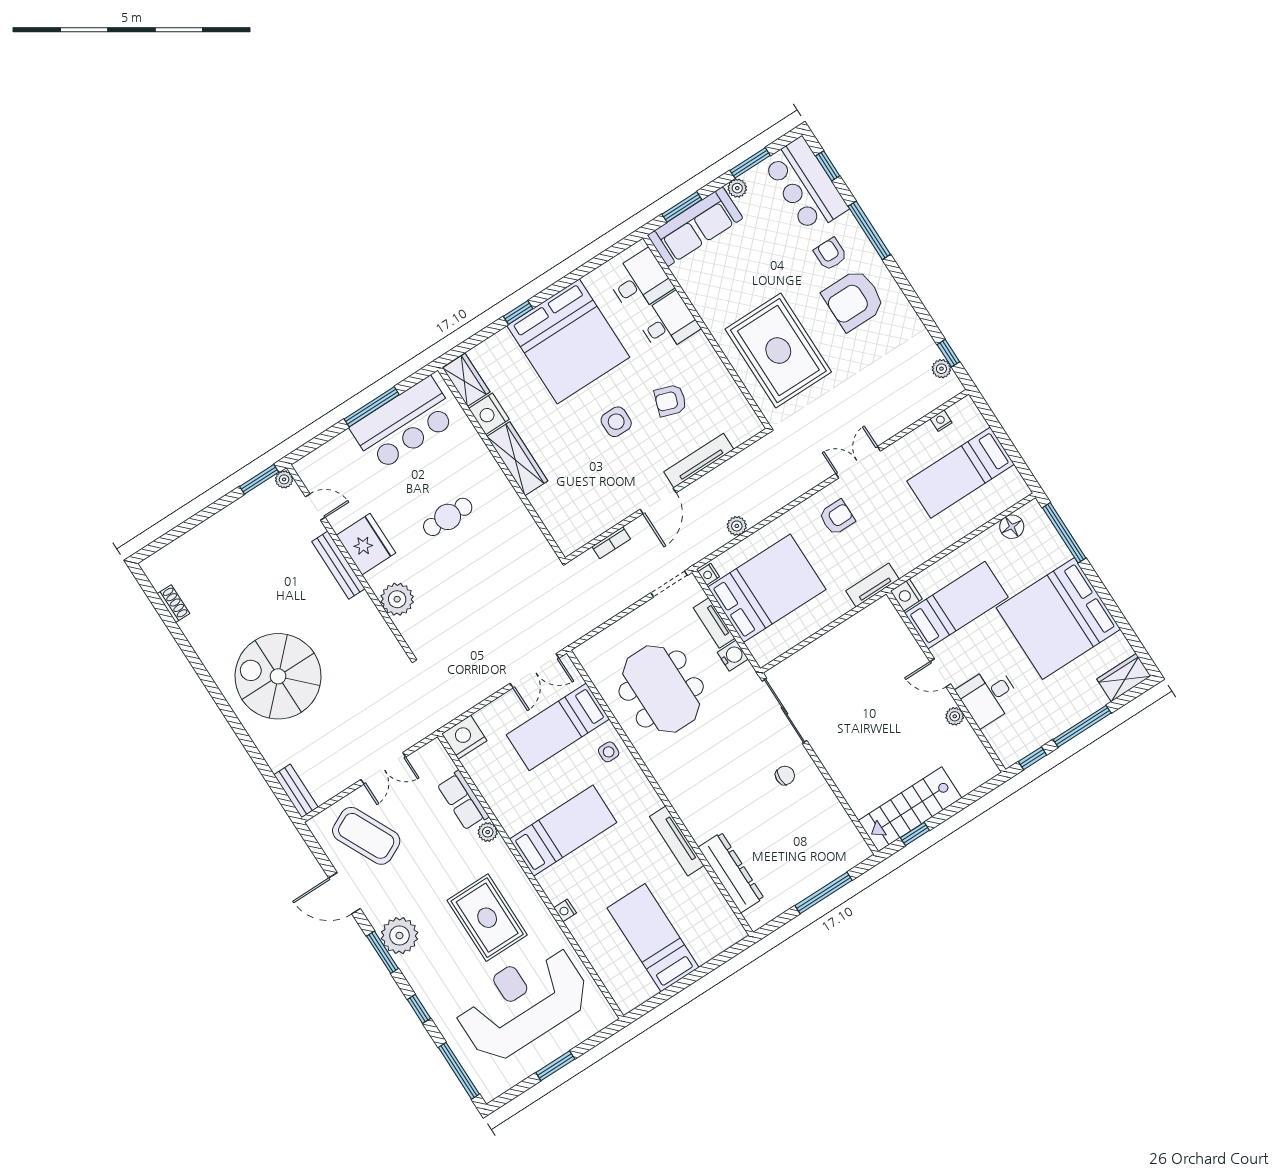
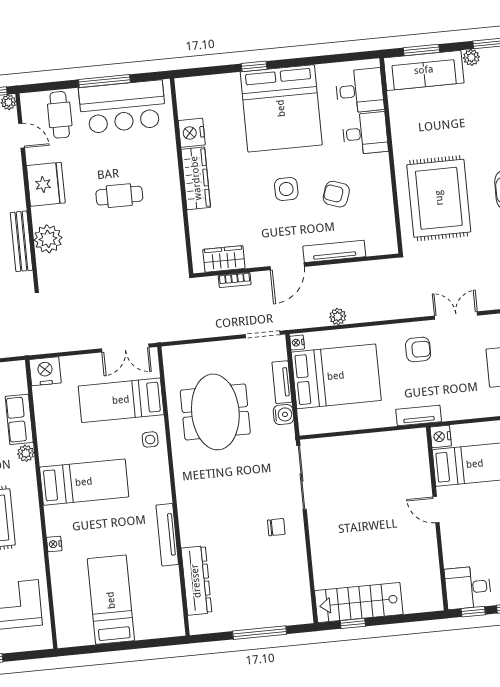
wardrobe: (466, 380) -> (224, 259), moved, turned -90
cafe table: (343, 465) -> (60, 115), added
bench: (338, 565) -> (21, 241), moved
desk: (988, 696) -> (468, 587), moved
plant: (955, 716) -> (430, 549), removed

